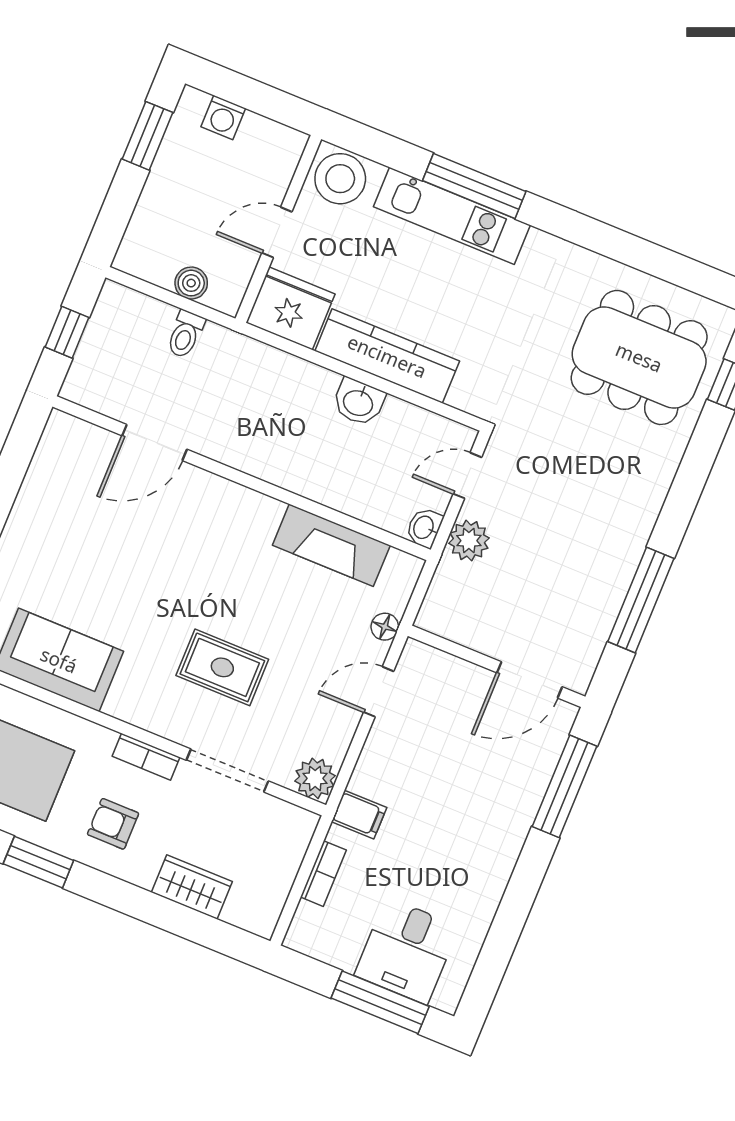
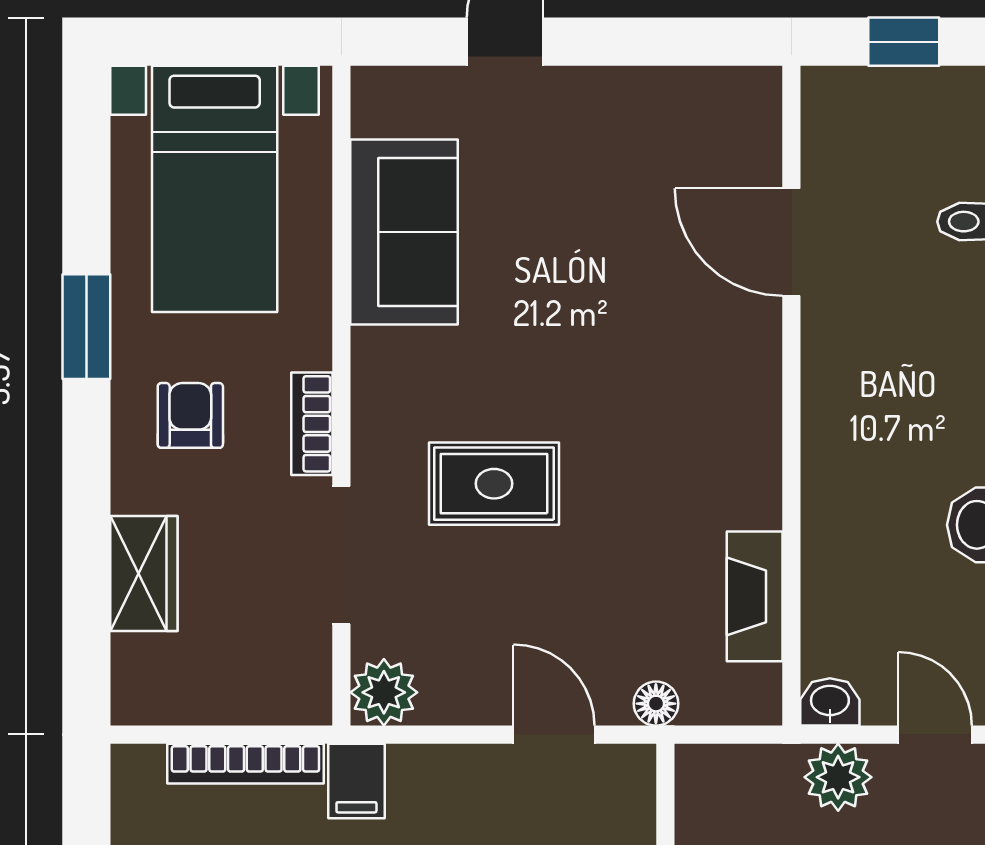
fireplace: (331, 545) -> (755, 596), width x0.73, depth x0.76
rug: (222, 667) -> (494, 484), turned 90
bookcase: (323, 874) -> (245, 764), width x1.56

